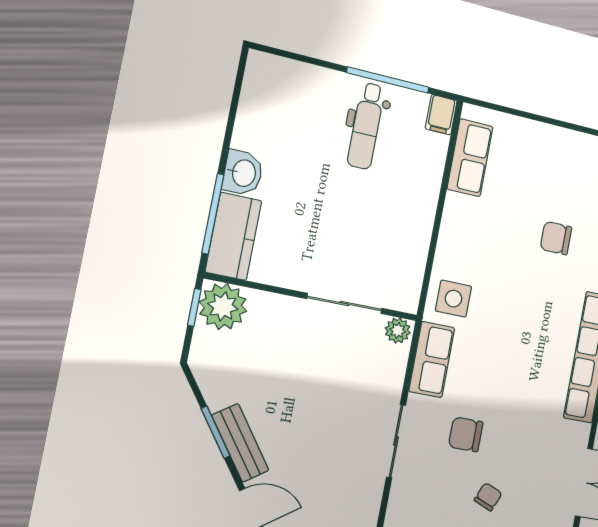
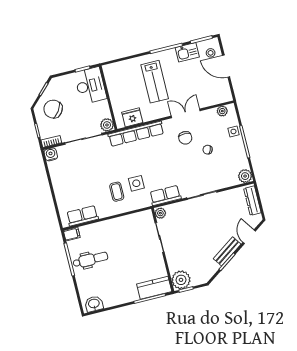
washbasin: (243, 173) -> (94, 304), moved
chair: (556, 238) -> (96, 168), removed
coffee table: (488, 258) -> (117, 192), added
side table: (453, 299) -> (136, 183), moved
chair: (466, 434) -> (185, 138), moved

